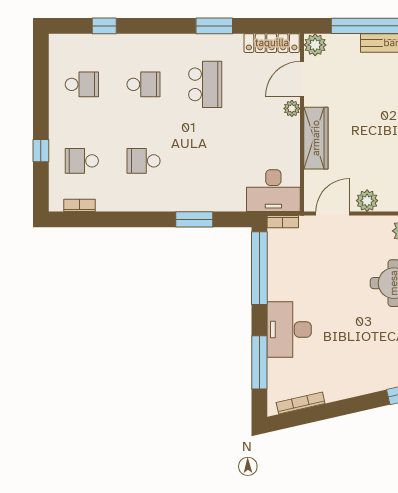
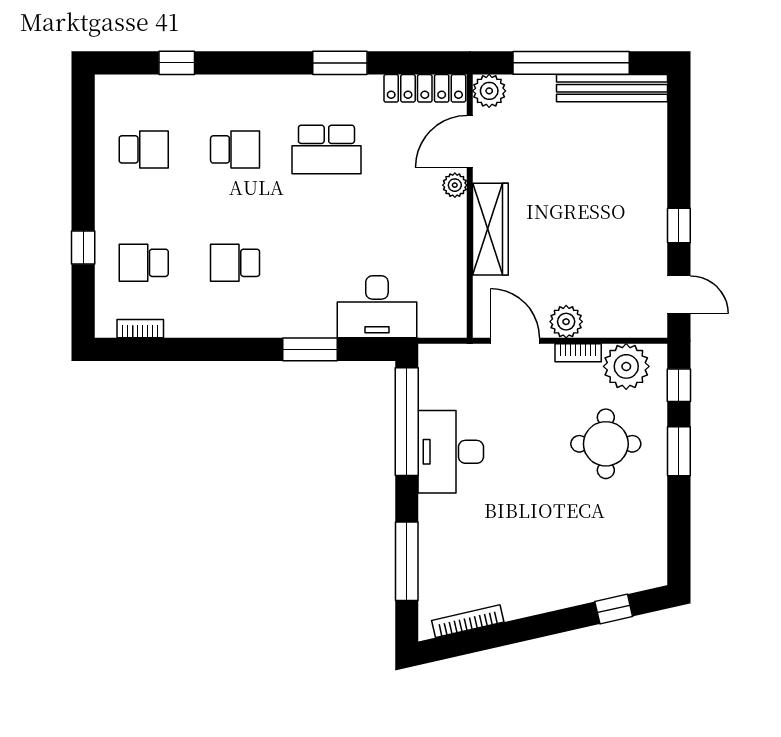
school desk: (205, 84) -> (326, 149), turned 90
desk: (273, 191) -> (377, 307), moved
door: (333, 214) -> (515, 341), hinge flipped
bookcase: (283, 222) -> (578, 353), moved
desk: (289, 330) -> (451, 452), moved

